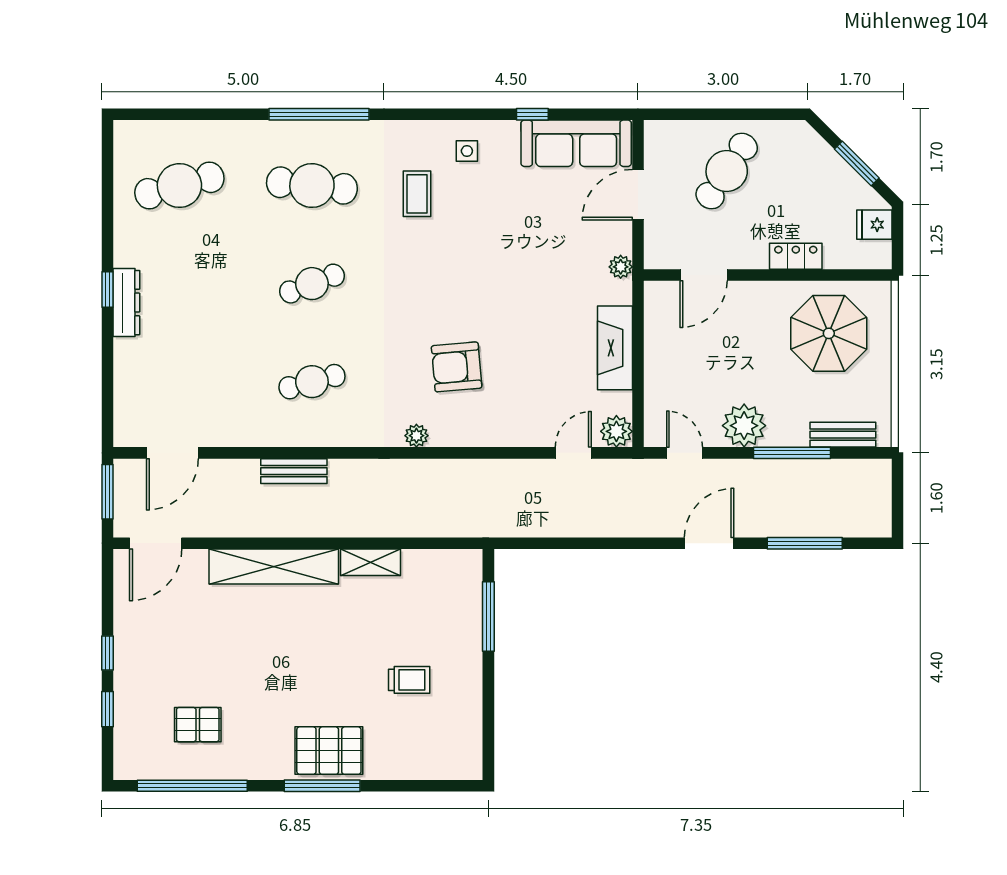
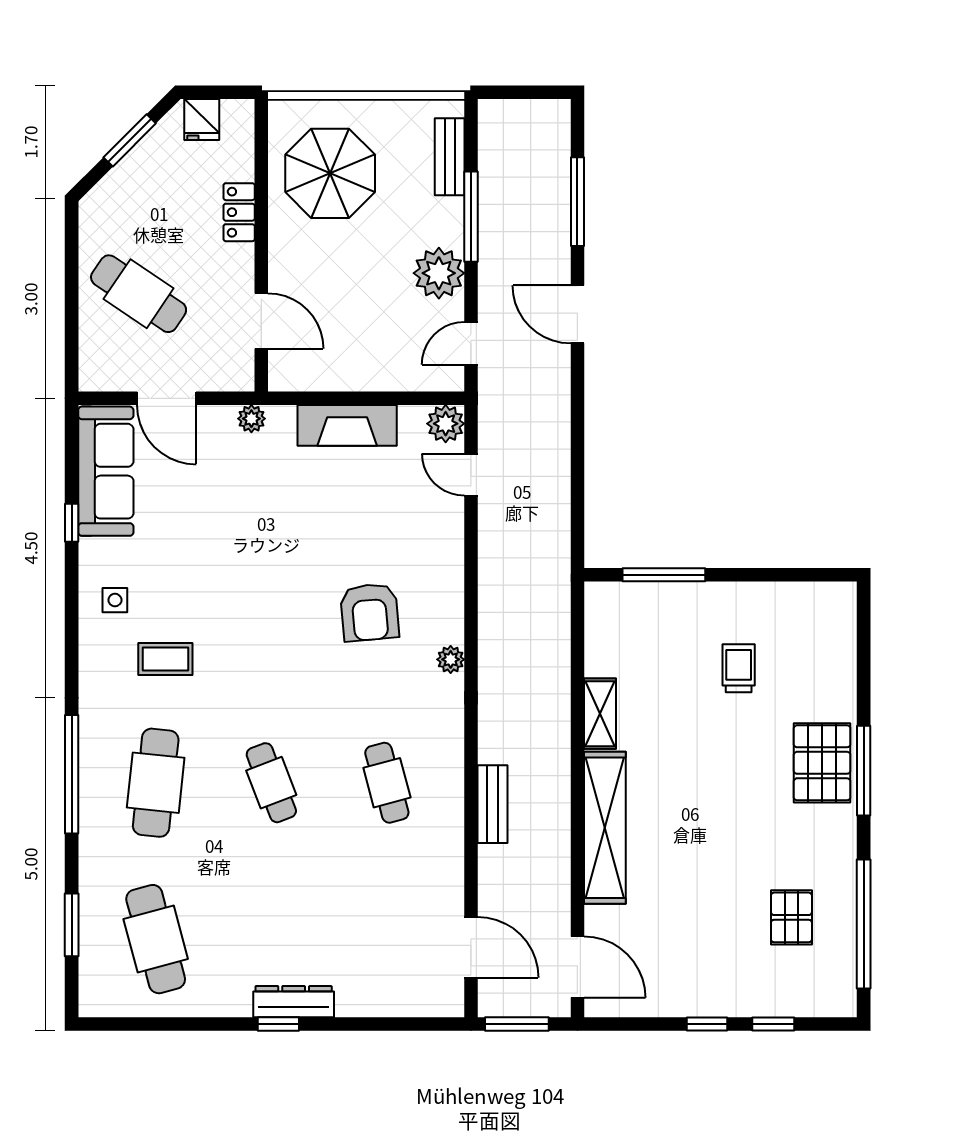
window: (191, 114) -> (72, 925), added

